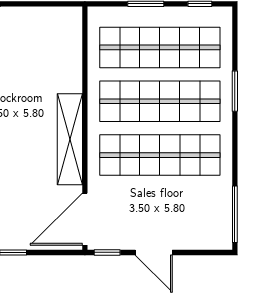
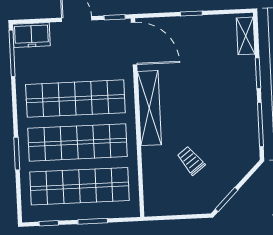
trolley: (22, 73) -> (191, 161), added
door: (85, 219) -> (134, 43), hinge flipped
freezer: (210, 235) -> (31, 35), added

